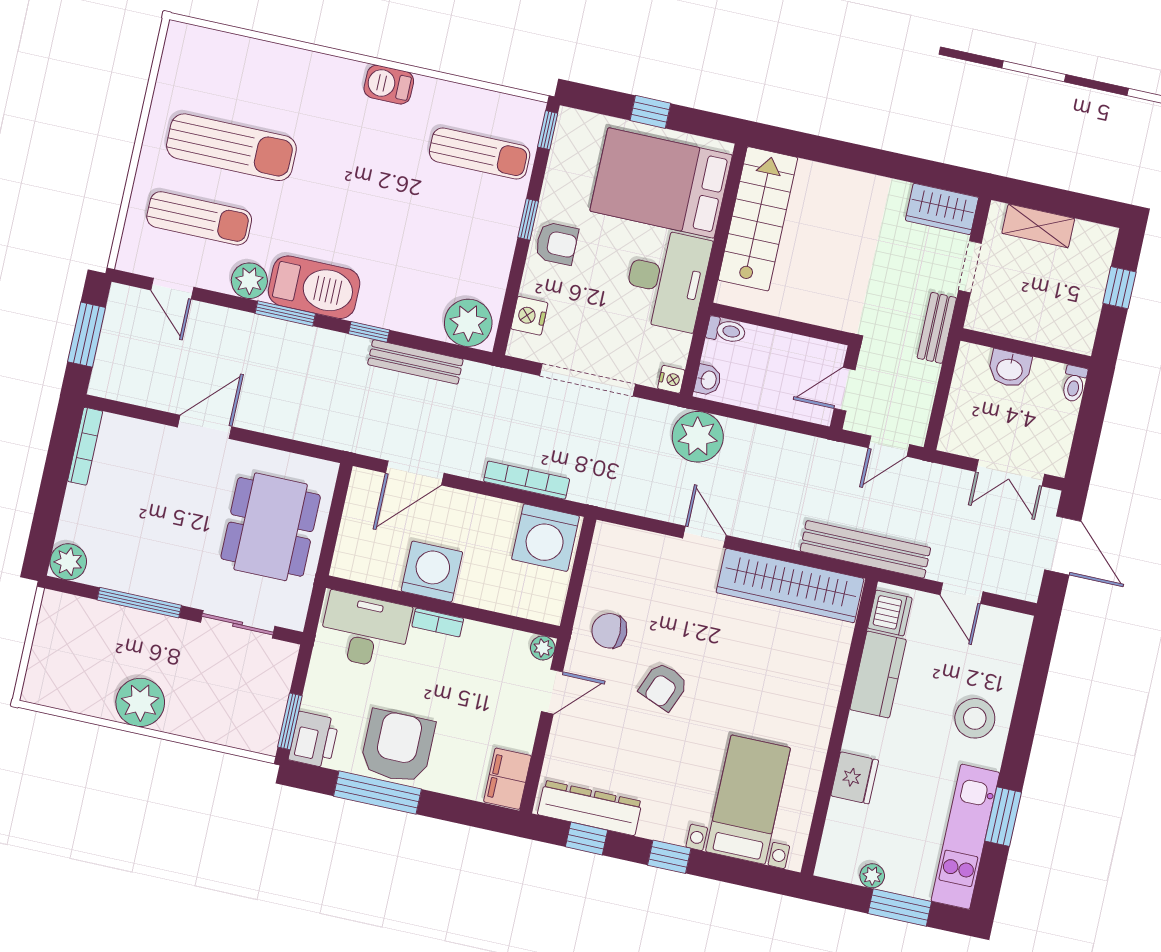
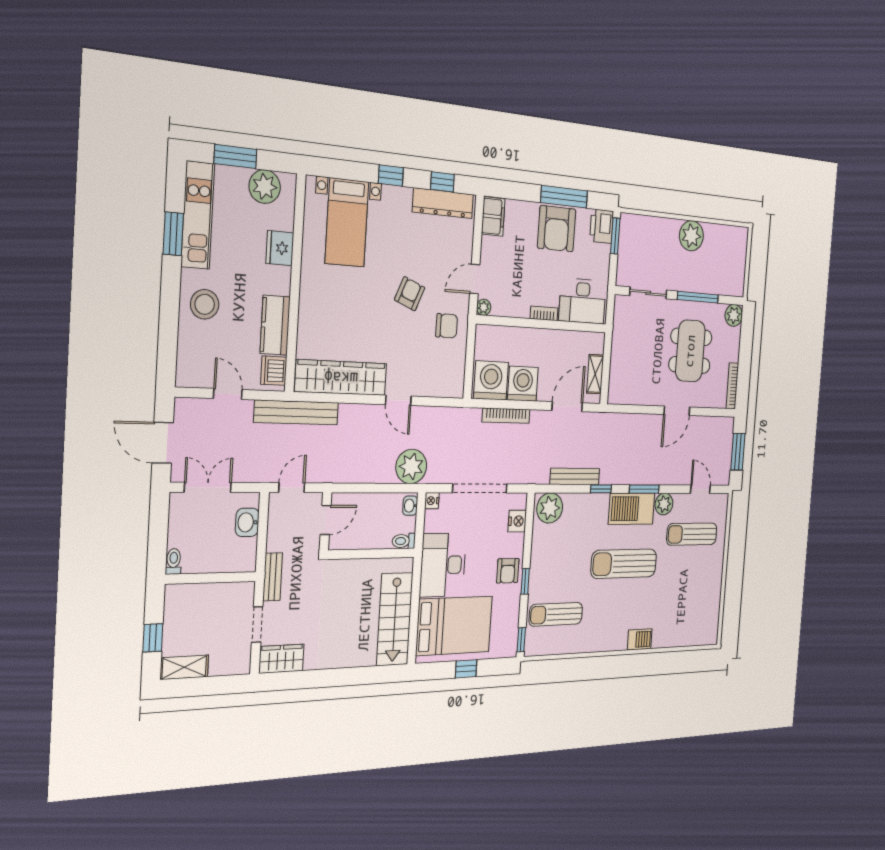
barbecue: (389, 85) -> (640, 639), moved
sun lounger: (231, 147) -> (624, 564), moved
shelving: (1038, 226) -> (184, 667), moved
armchair: (557, 243) -> (508, 571), turned -90
washbasin: (1010, 369) -> (247, 522), moved, turned -90
shelving: (356, 514) -> (595, 374), added
dining table: (271, 527) -> (690, 351), moved
washing machine: (432, 572) -> (523, 384), moved, turned 180
plant: (872, 876) -> (265, 187), width x1.88, depth x1.88

